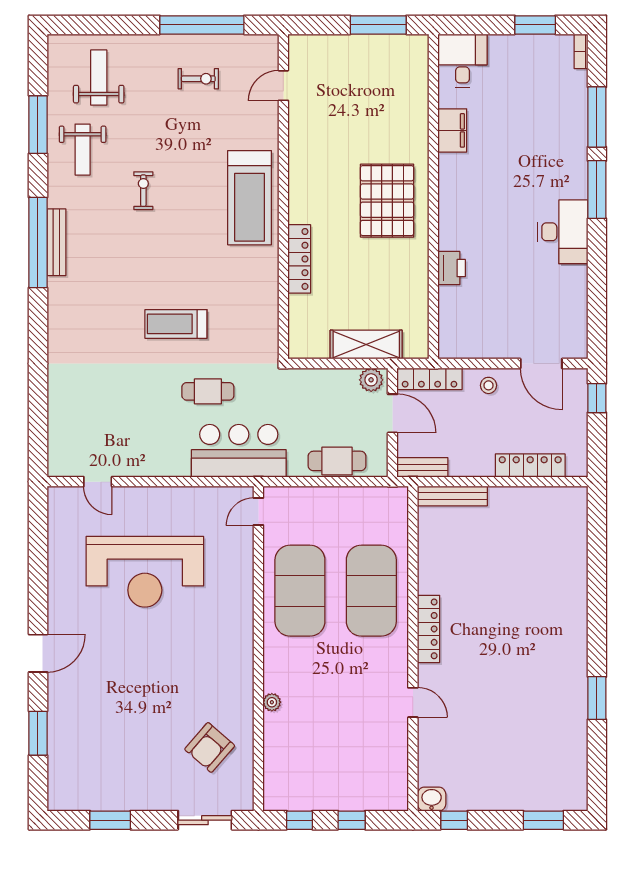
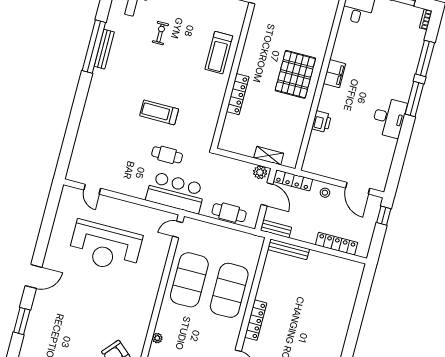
filing cabinet: (452, 130) -> (334, 74), moved
treadmill: (250, 198) -> (219, 53), width x0.73, depth x0.73
shelving: (366, 345) -> (269, 156), width x0.67, depth x0.75

